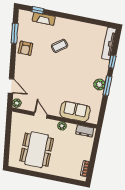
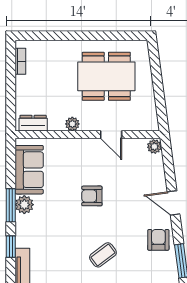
armchair: (59, 82) -> (92, 196), added
door: (11, 86) -> (174, 203), moved
sofa: (75, 111) -> (29, 170), moved, turned -90
dining table: (37, 150) -> (106, 76), turned 90

